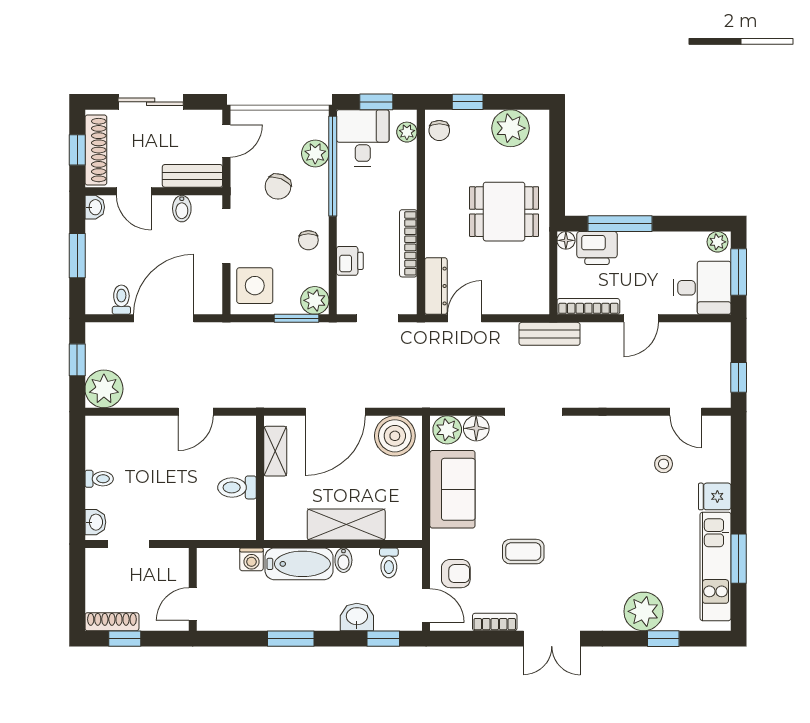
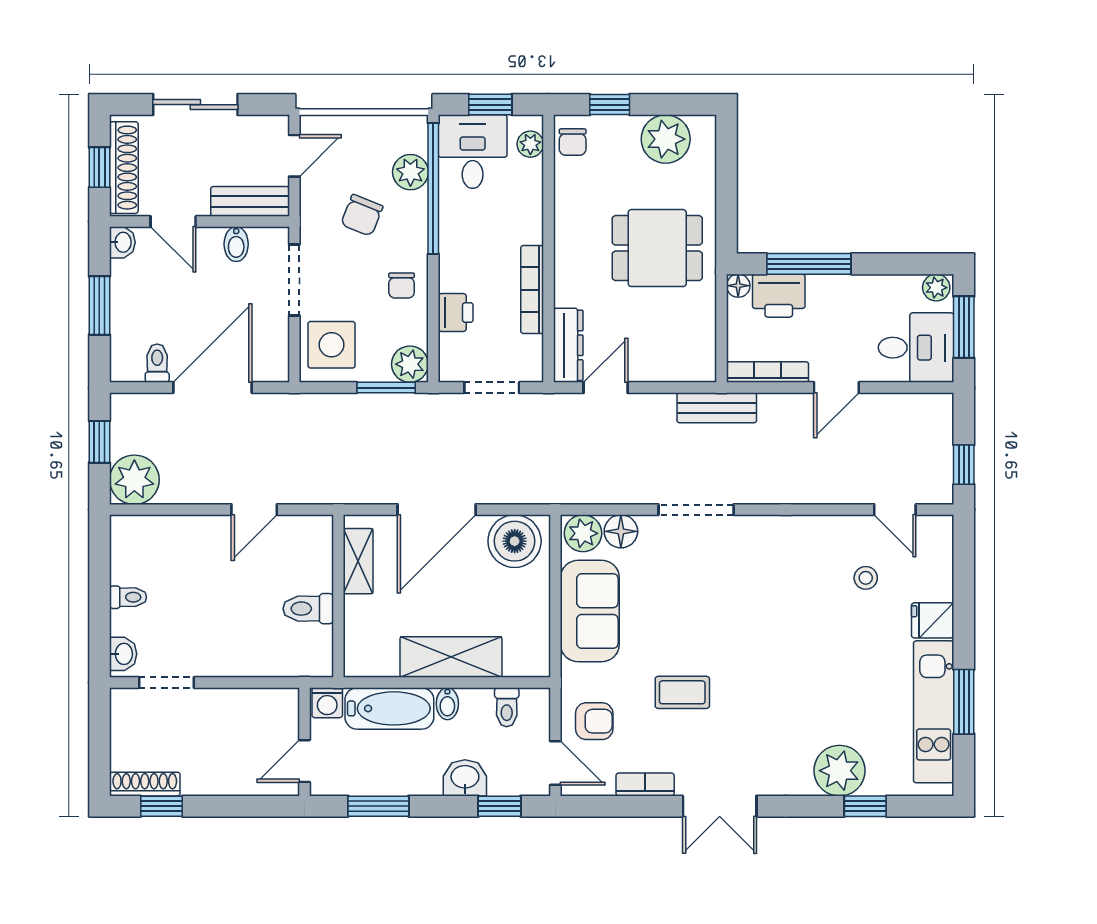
wall: (193, 589) -> (305, 742), moved
door: (193, 604) -> (305, 761), moved

